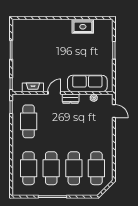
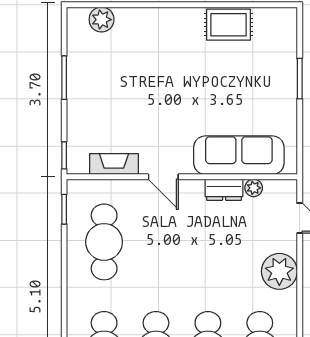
plant: (27, 24) -> (102, 20), added
door: (54, 93) -> (163, 177), swing flipped
dresser: (71, 99) -> (224, 190), moved
plant: (105, 134) -> (279, 271), added

